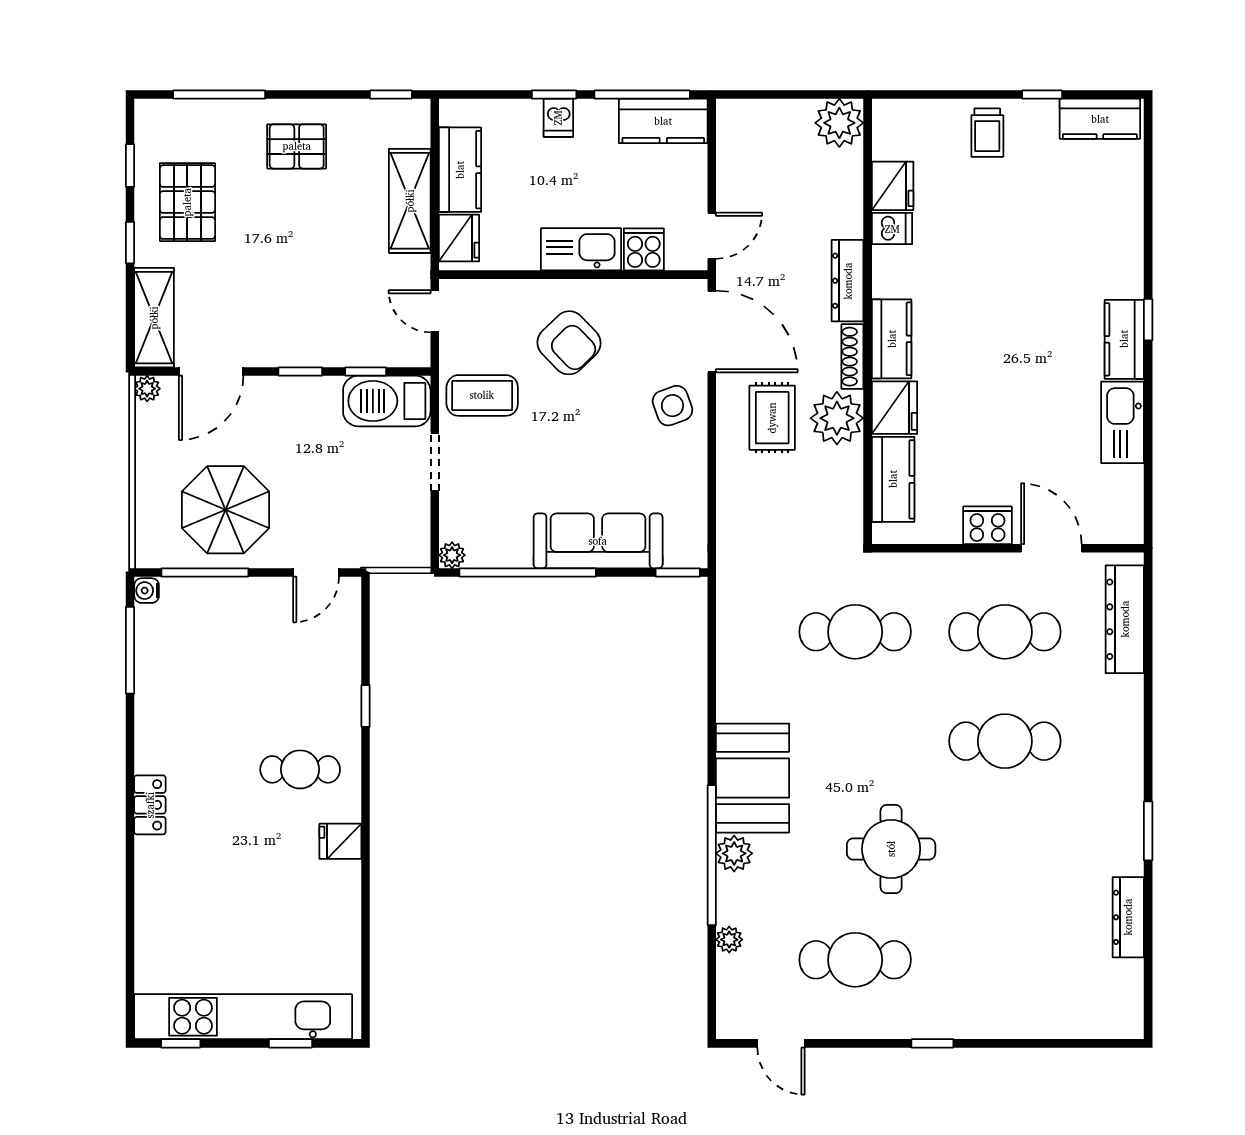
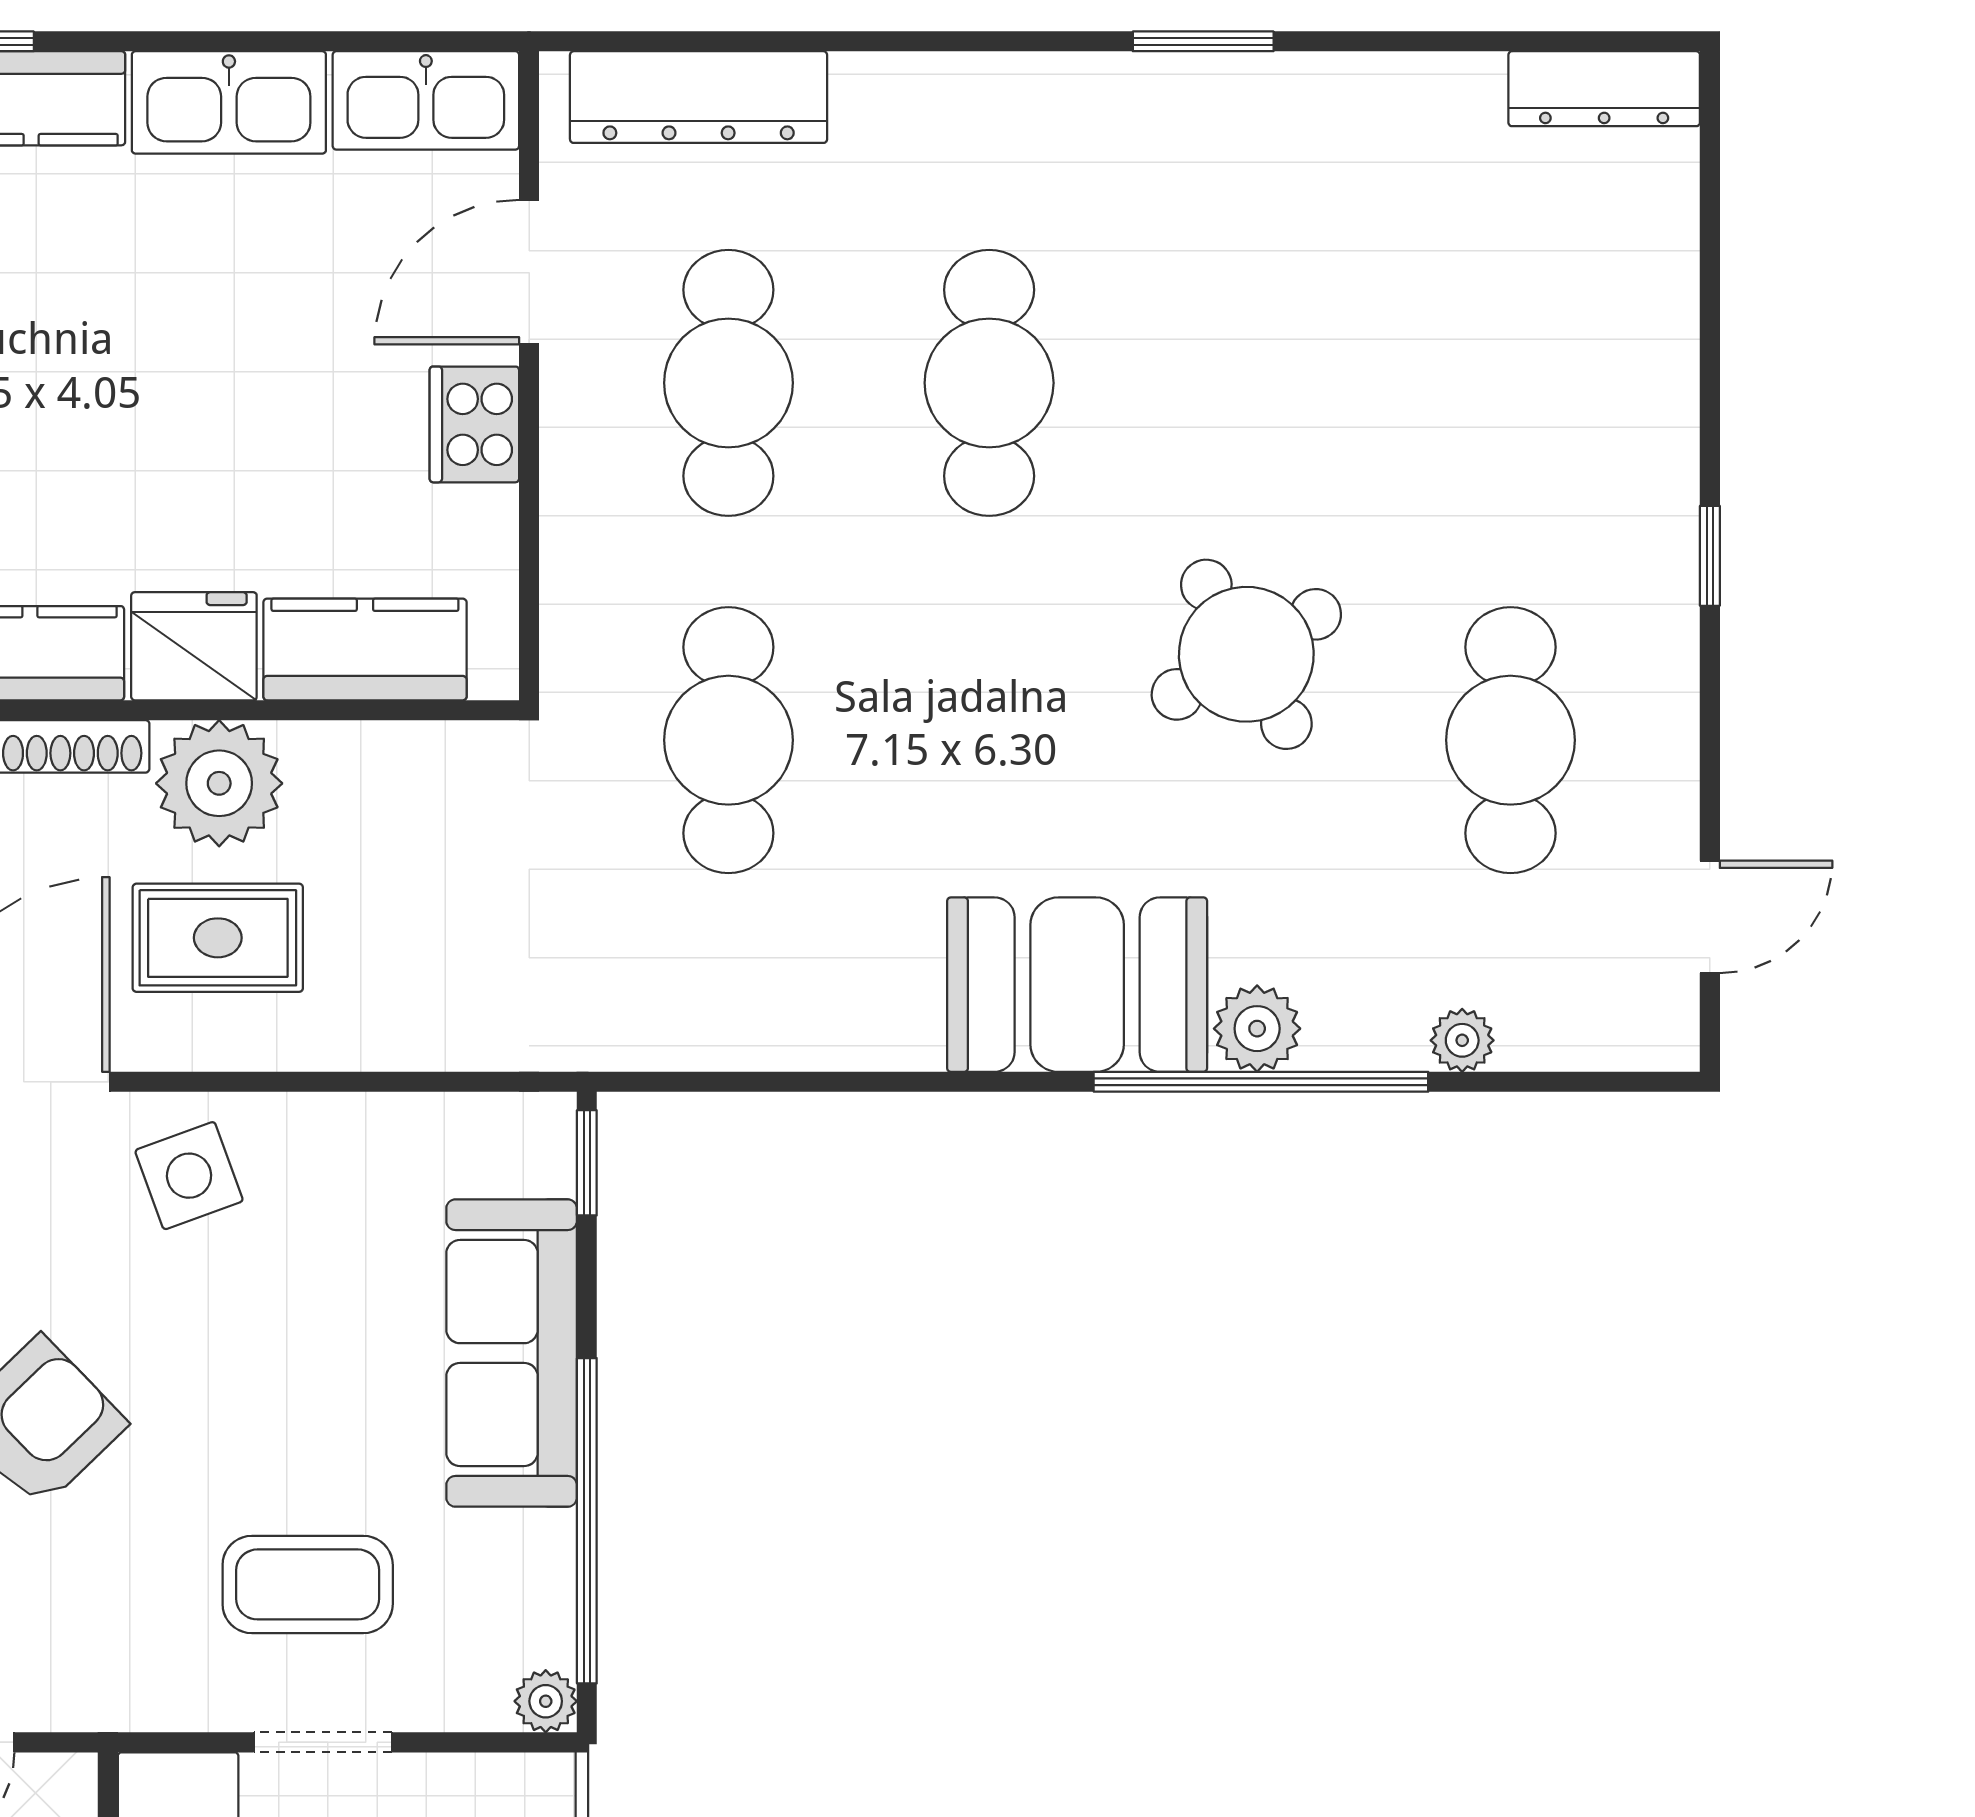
coffee table: (482, 395) -> (308, 1584), moved, turned 90
kitchen sink: (1123, 505) -> (426, 100), added
round table: (891, 849) -> (1246, 654), turned -30
dresser: (1128, 917) -> (1604, 89), moved

